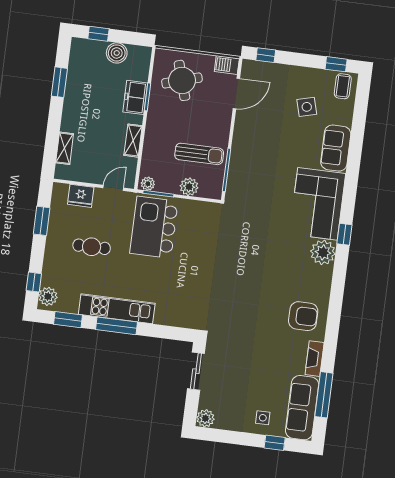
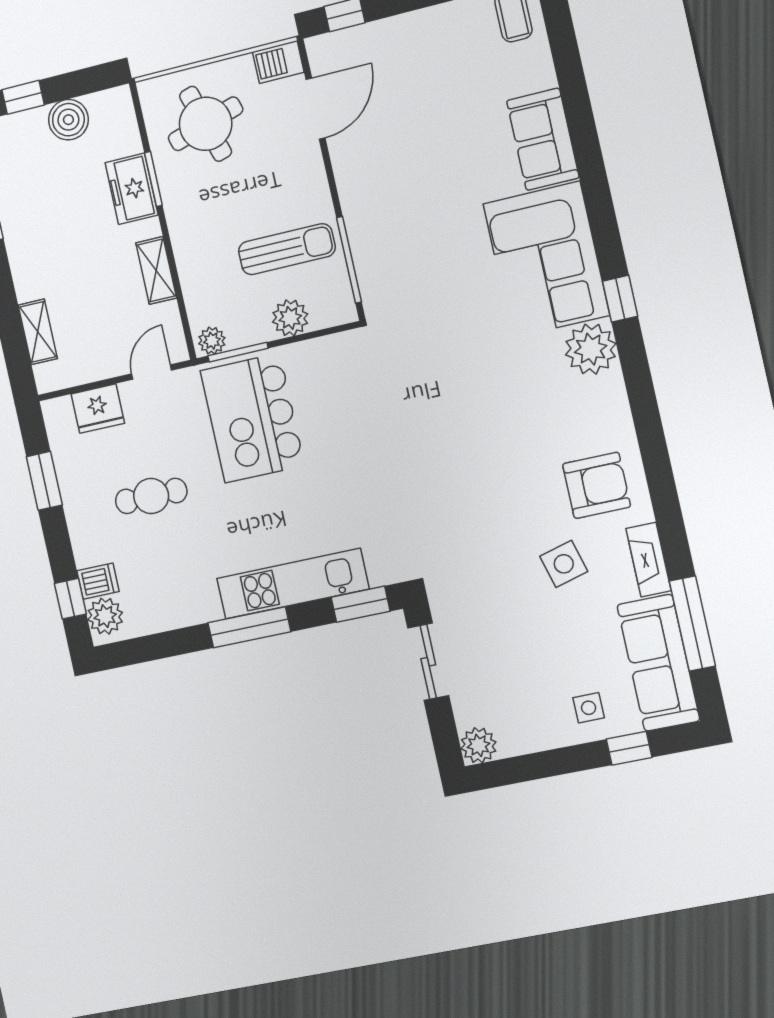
side table: (307, 107) -> (564, 564), moved
dishwasher: (51, 278) -> (98, 581), added
kitchen unit: (117, 309) -> (293, 584), moved
window: (68, 320) -> (361, 604), moved

